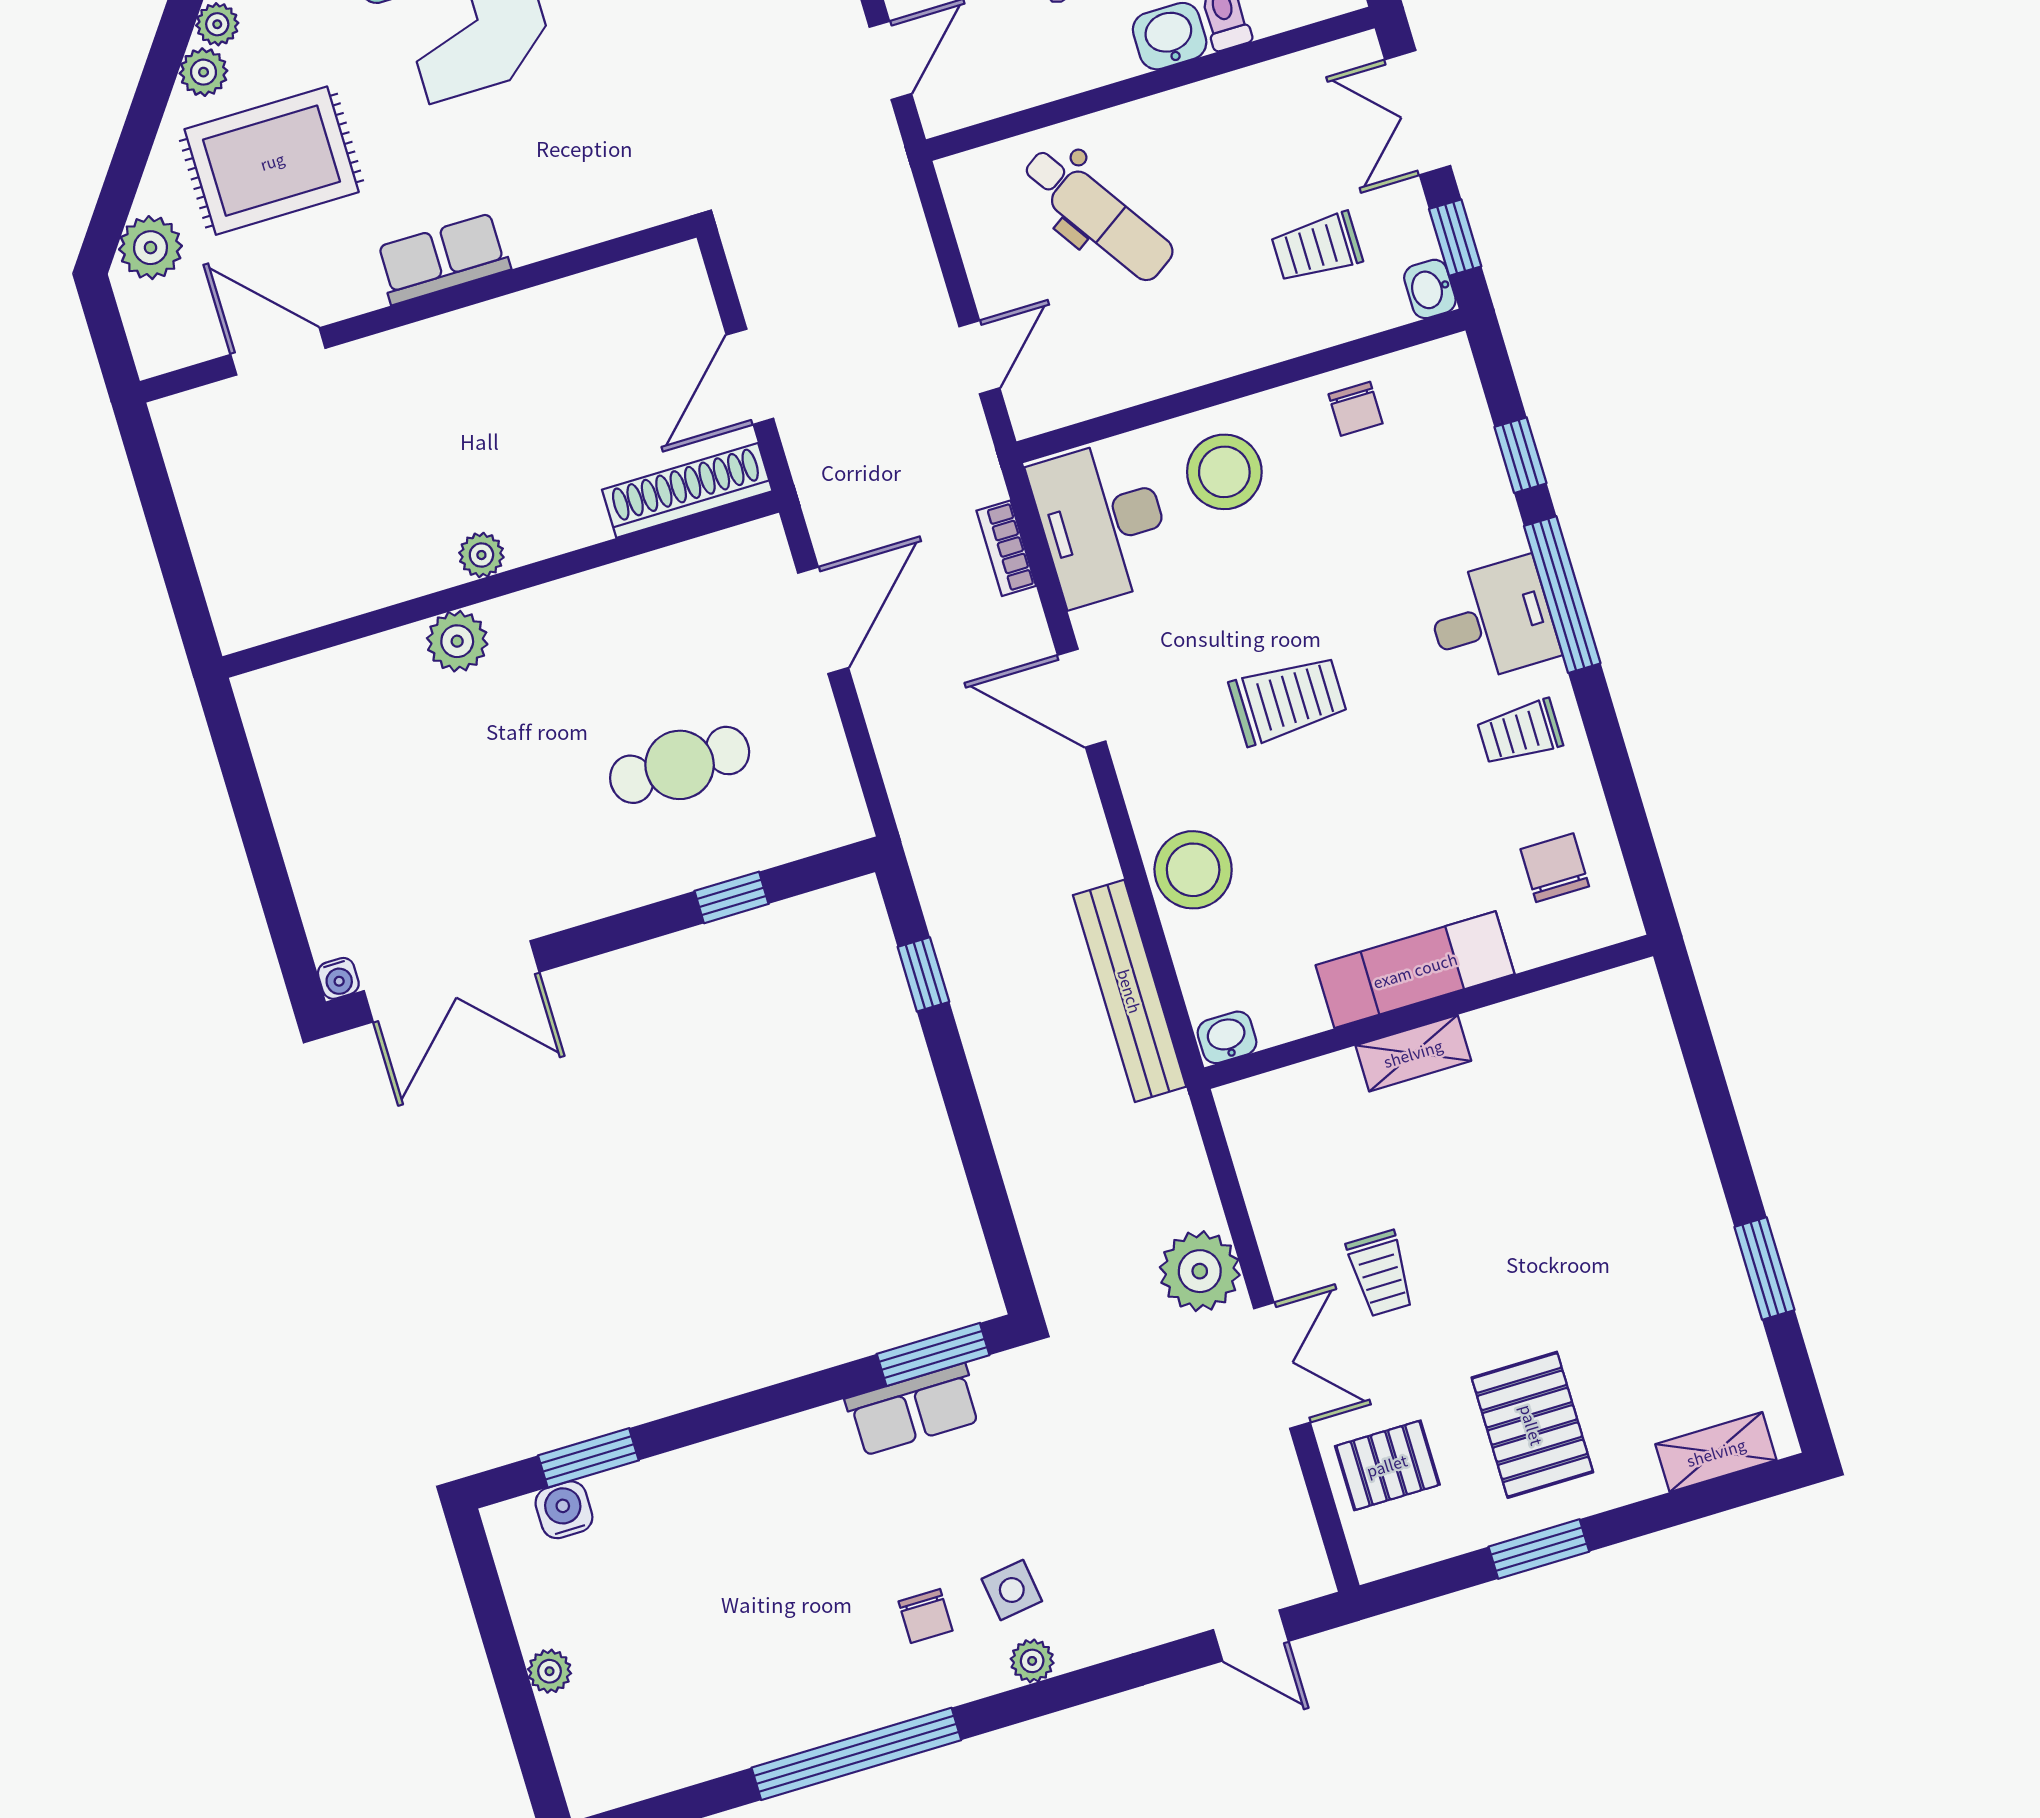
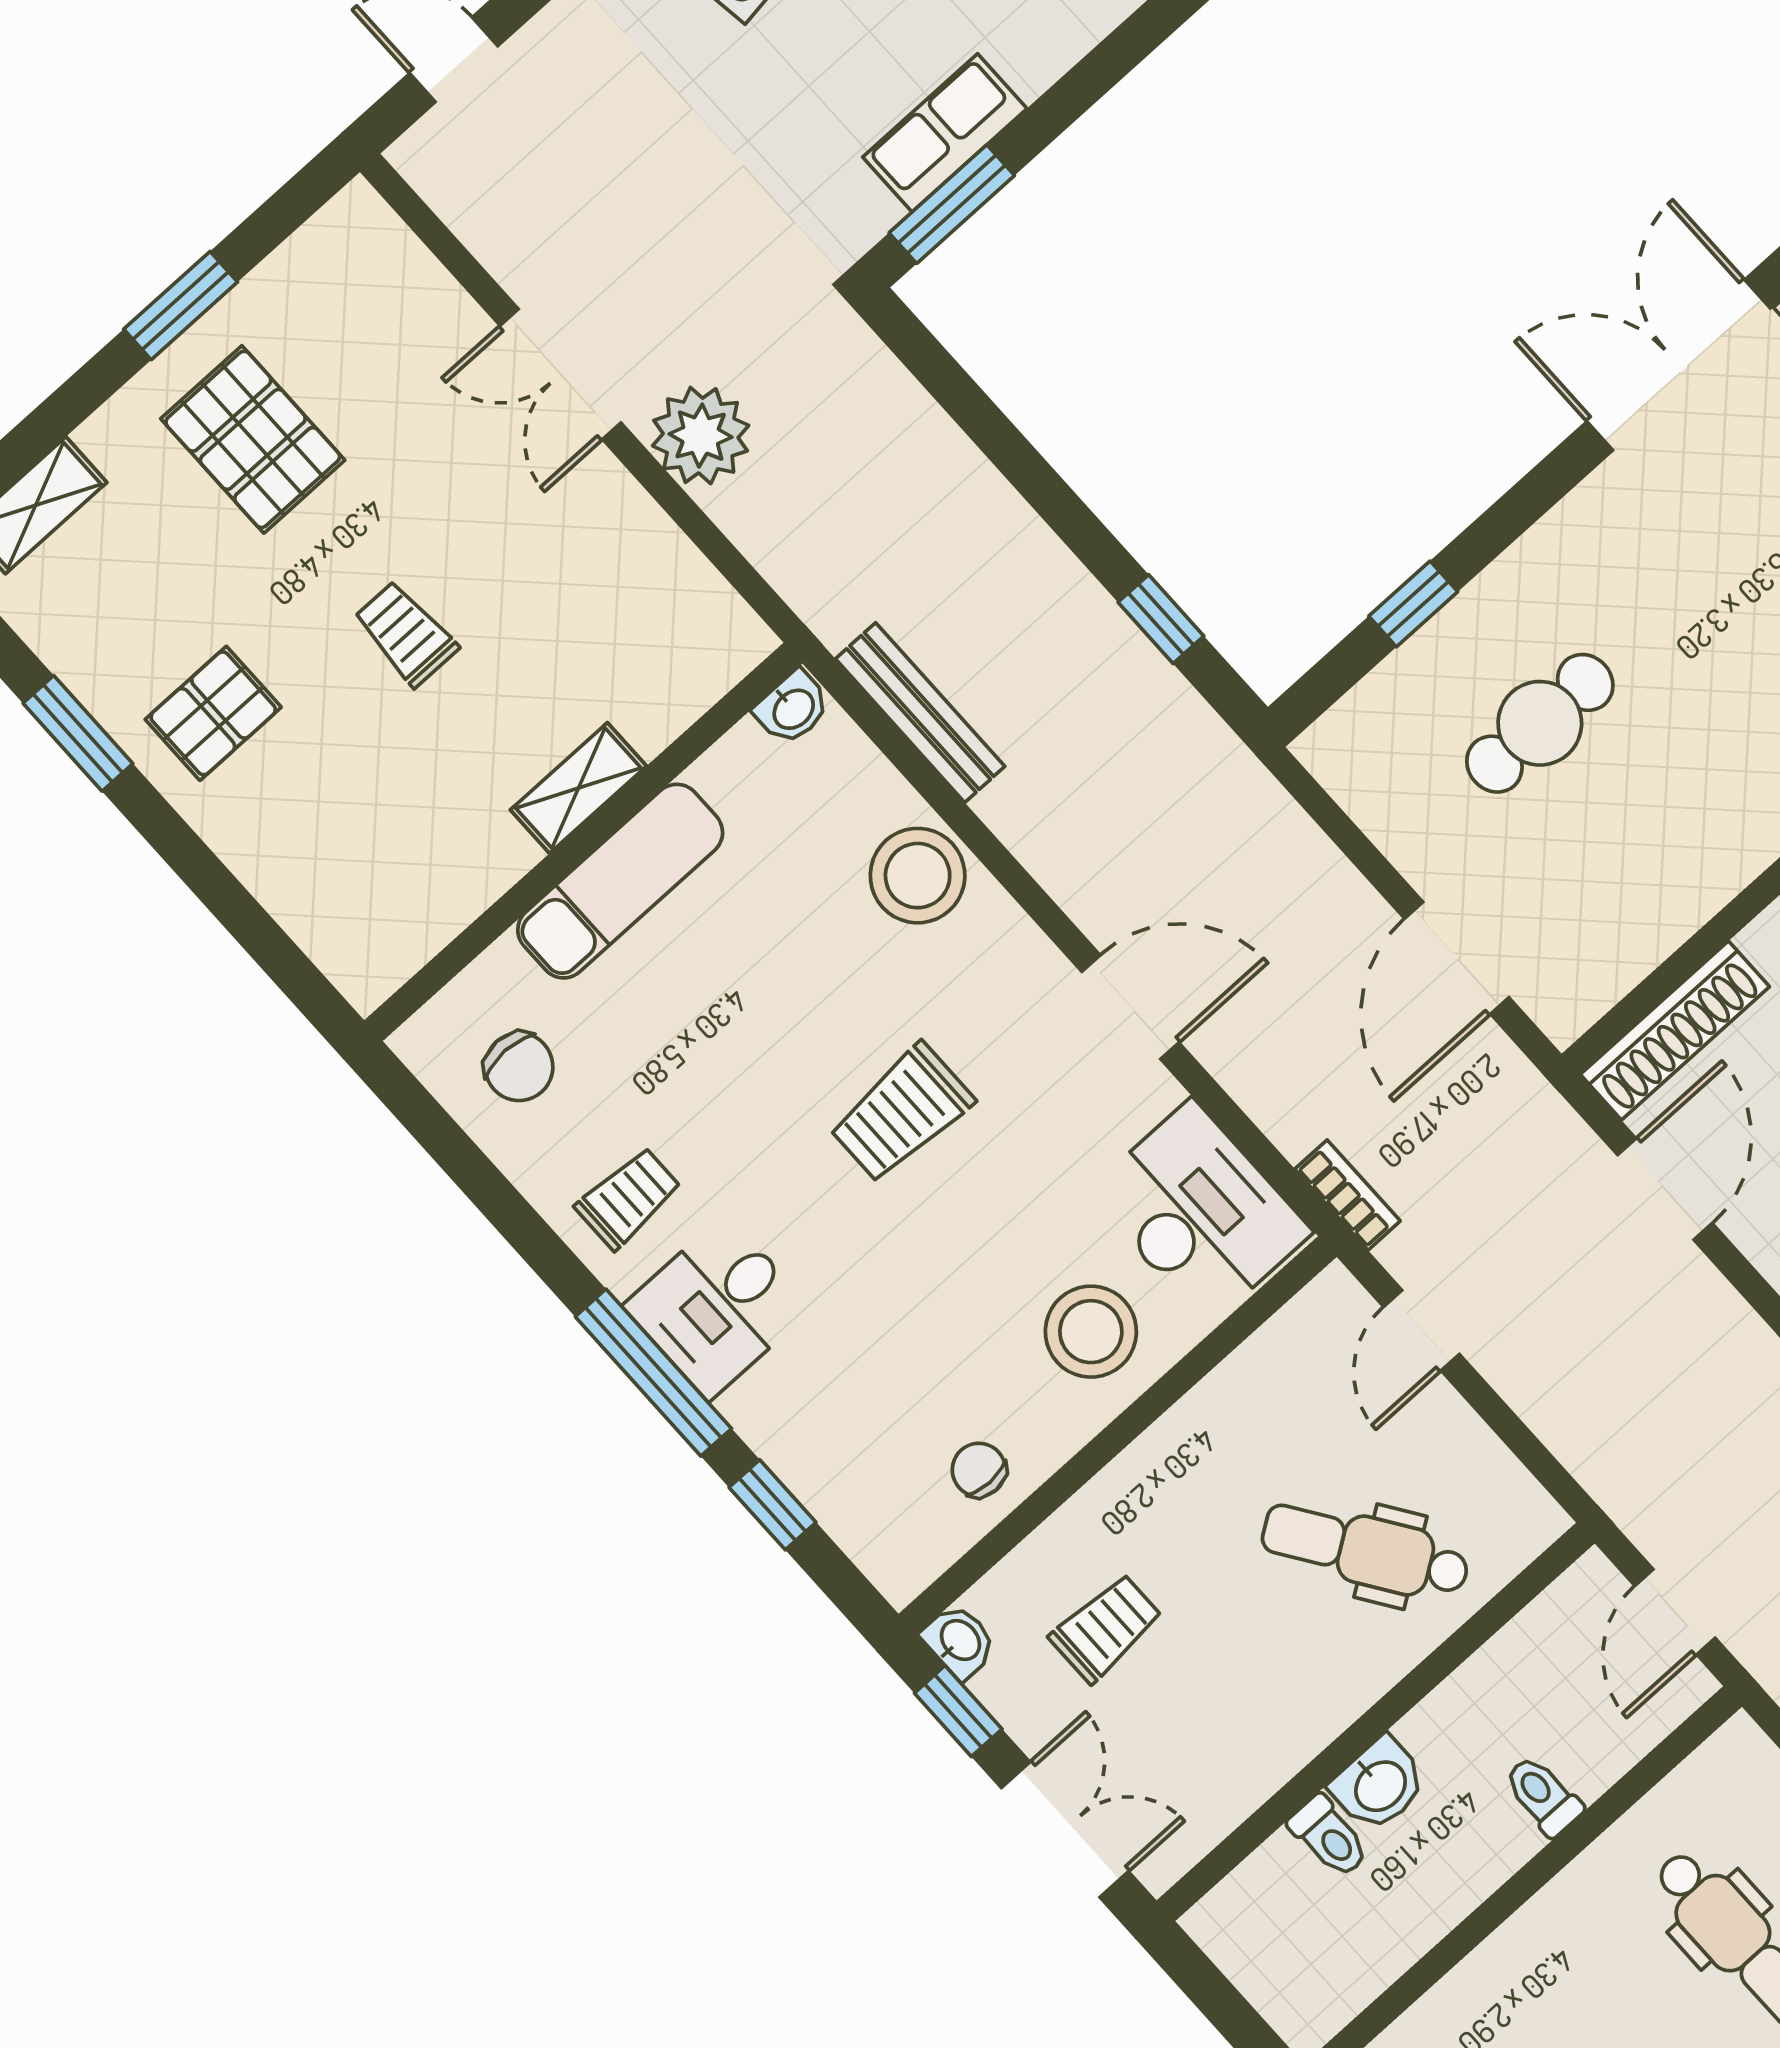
bookcase: (1006, 548) -> (1348, 1195), moved
bench: (1130, 991) -> (920, 713), width x0.73, depth x0.82
trolley: (1380, 1273) -> (406, 634), moved
pallet: (1387, 1465) -> (213, 713), moved

